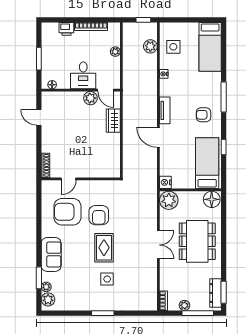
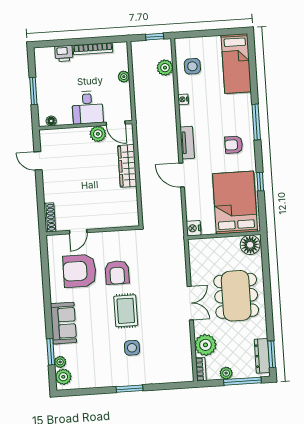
wardrobe: (113, 121) -> (127, 166), width x1.50
bed: (207, 163) -> (235, 203), width x1.50
plant: (169, 200) -> (205, 345), moved

